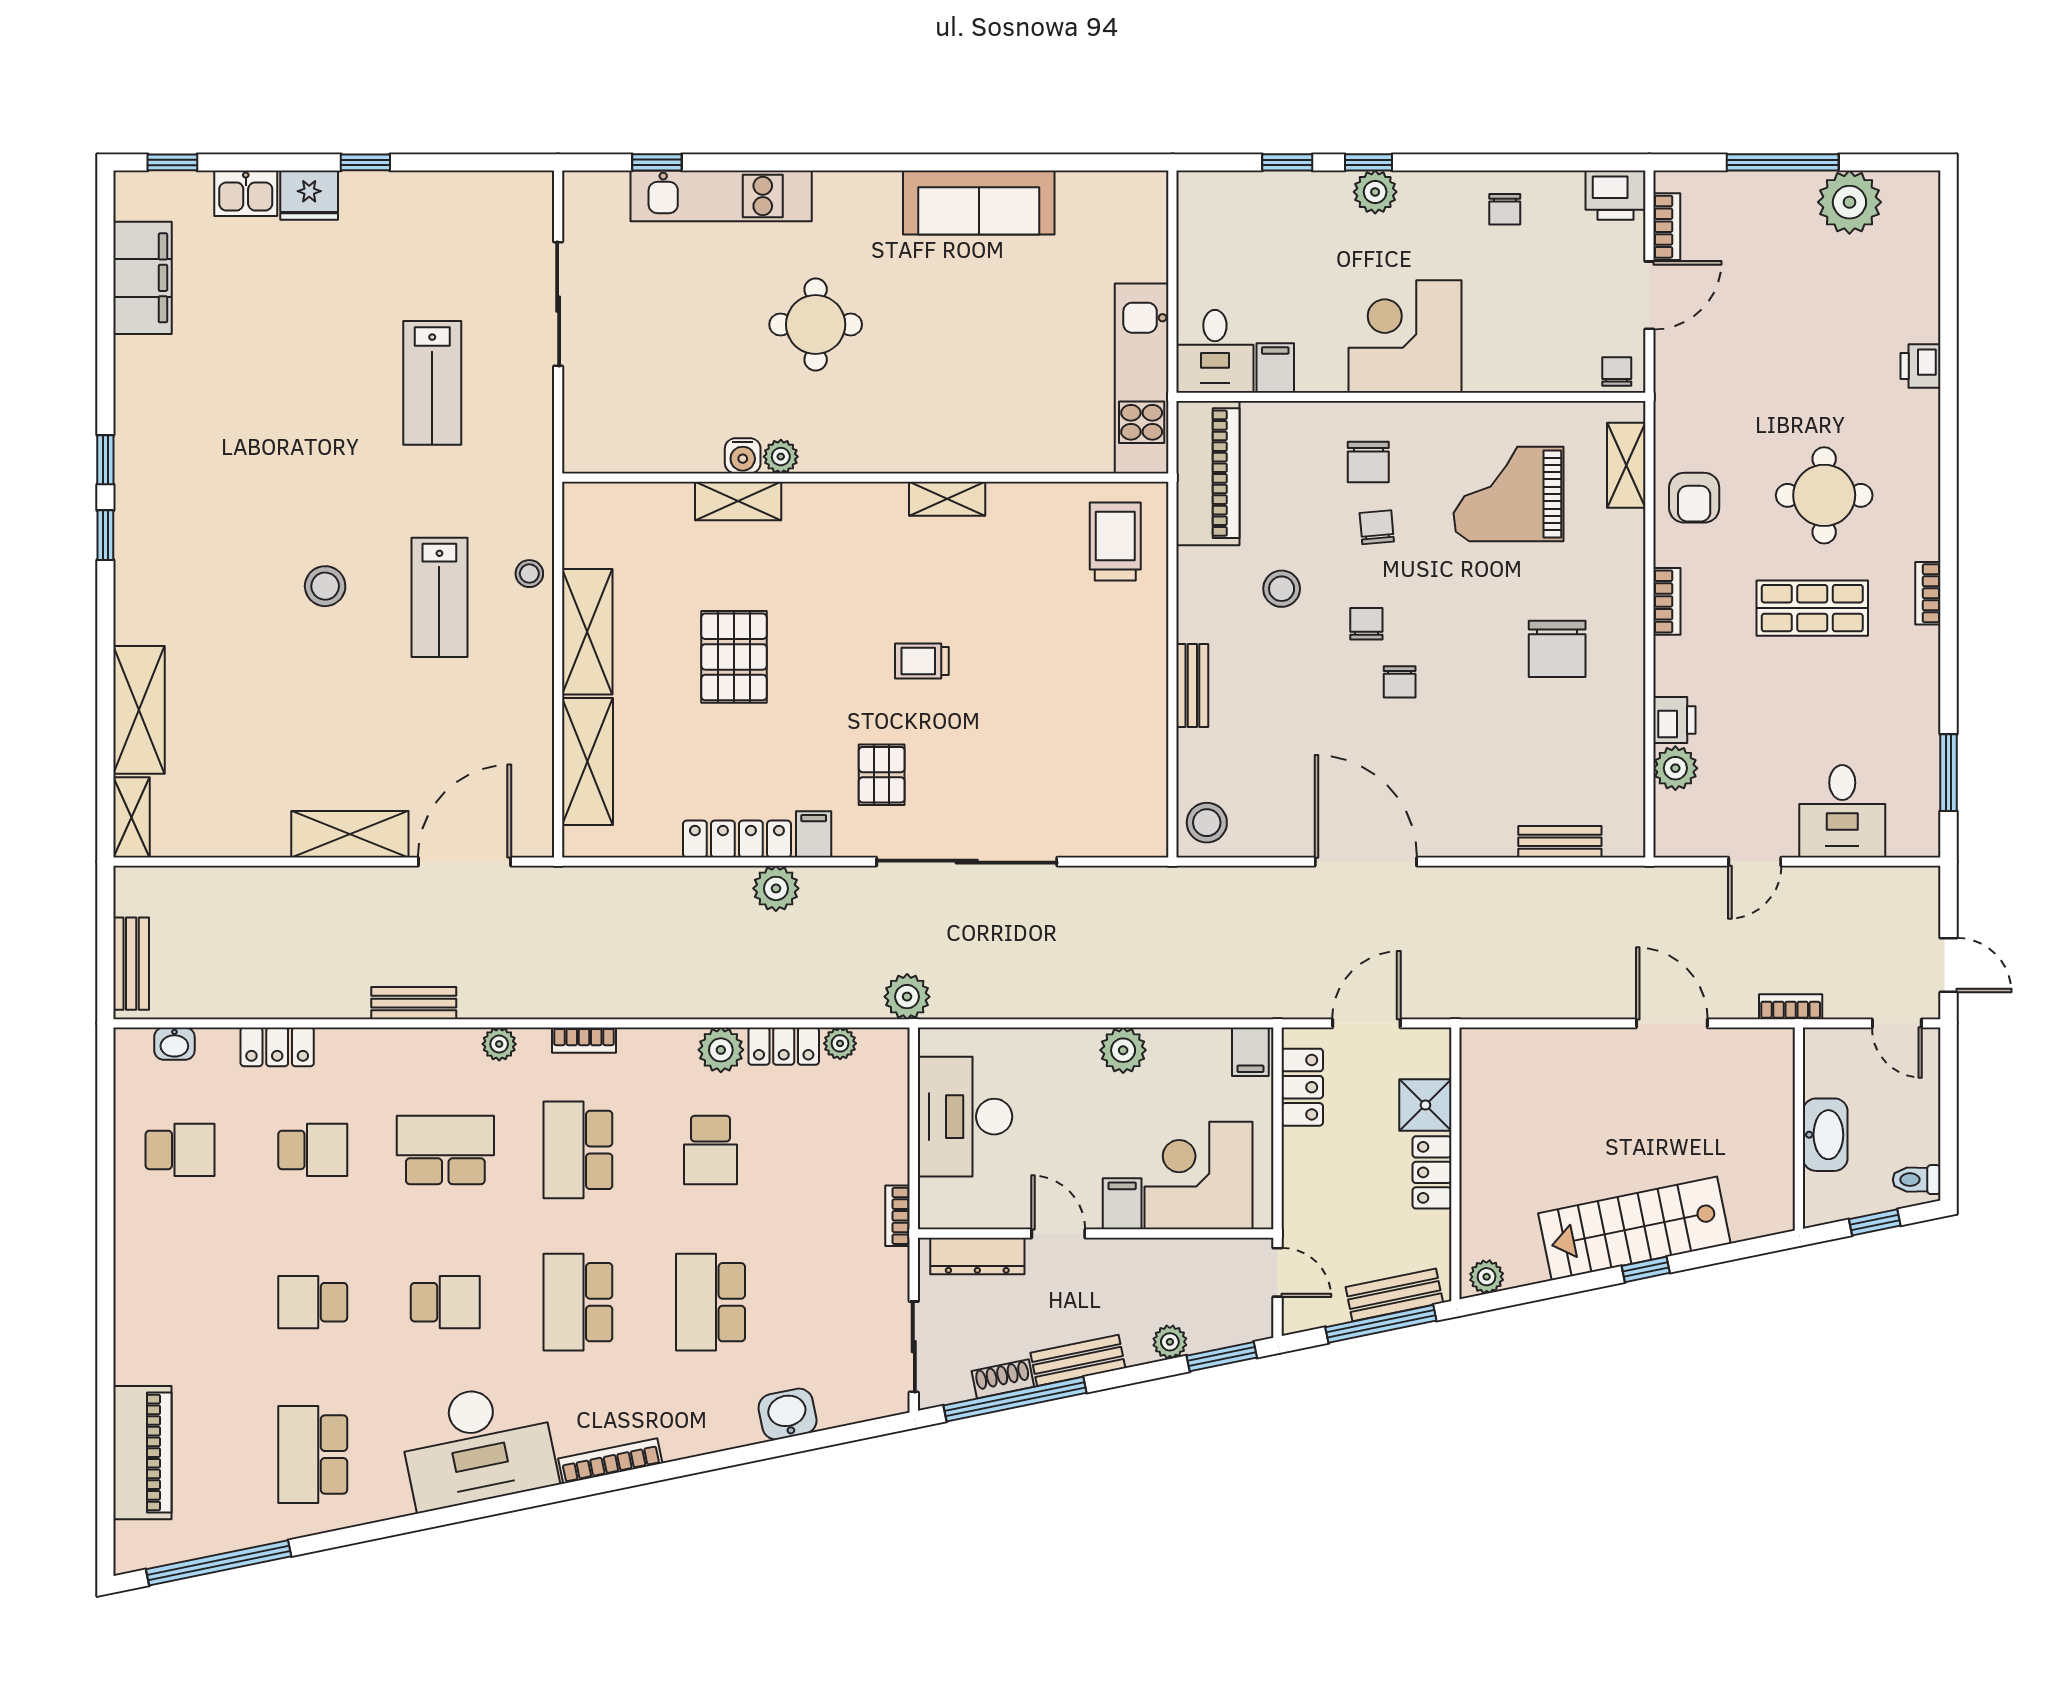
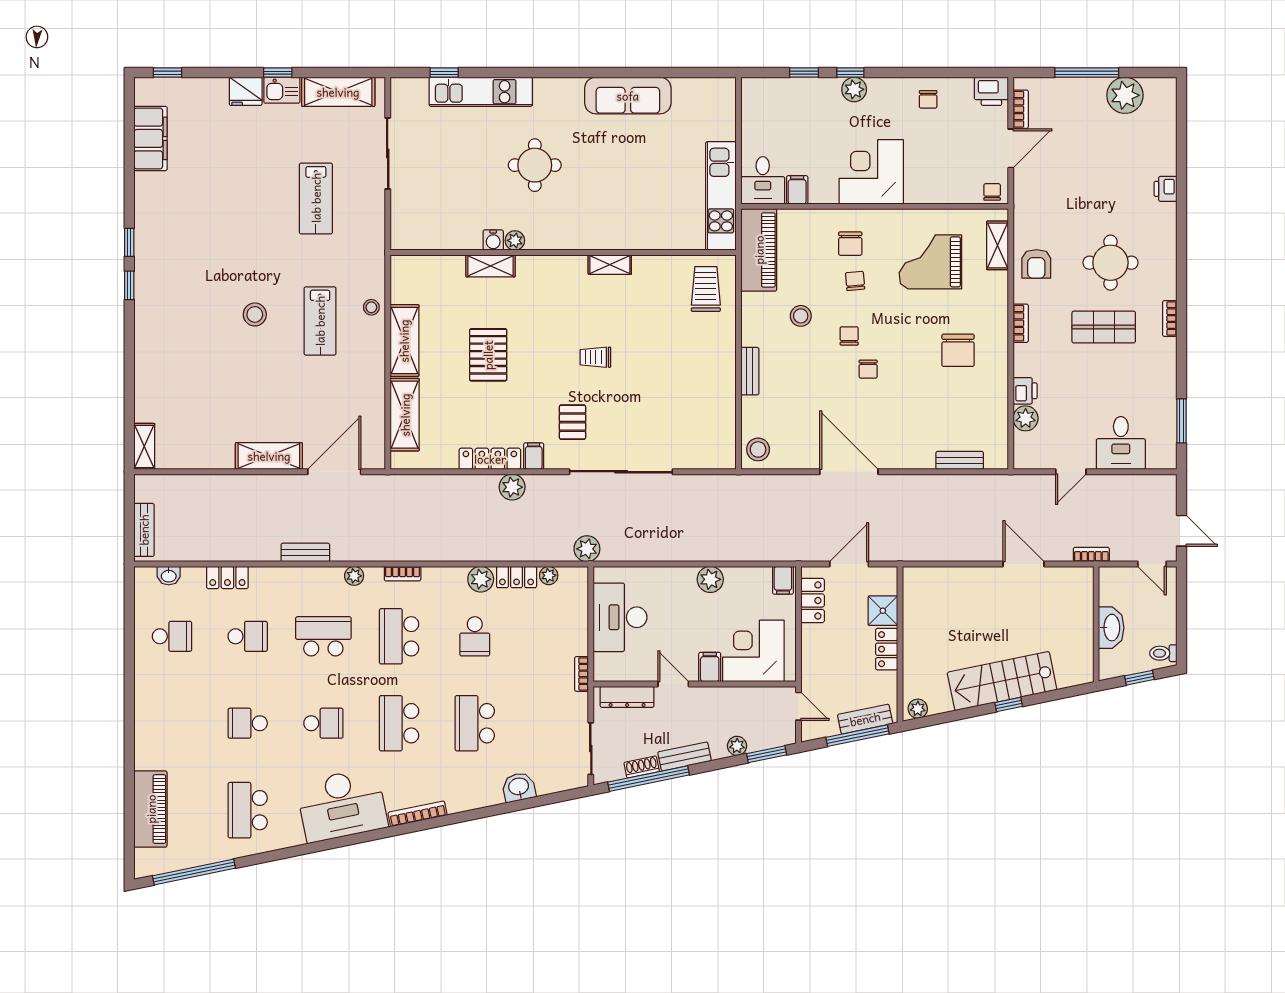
kitchen sink: (246, 193) -> (282, 90), moved
shelving: (139, 710) -> (338, 92), moved, turned 90

